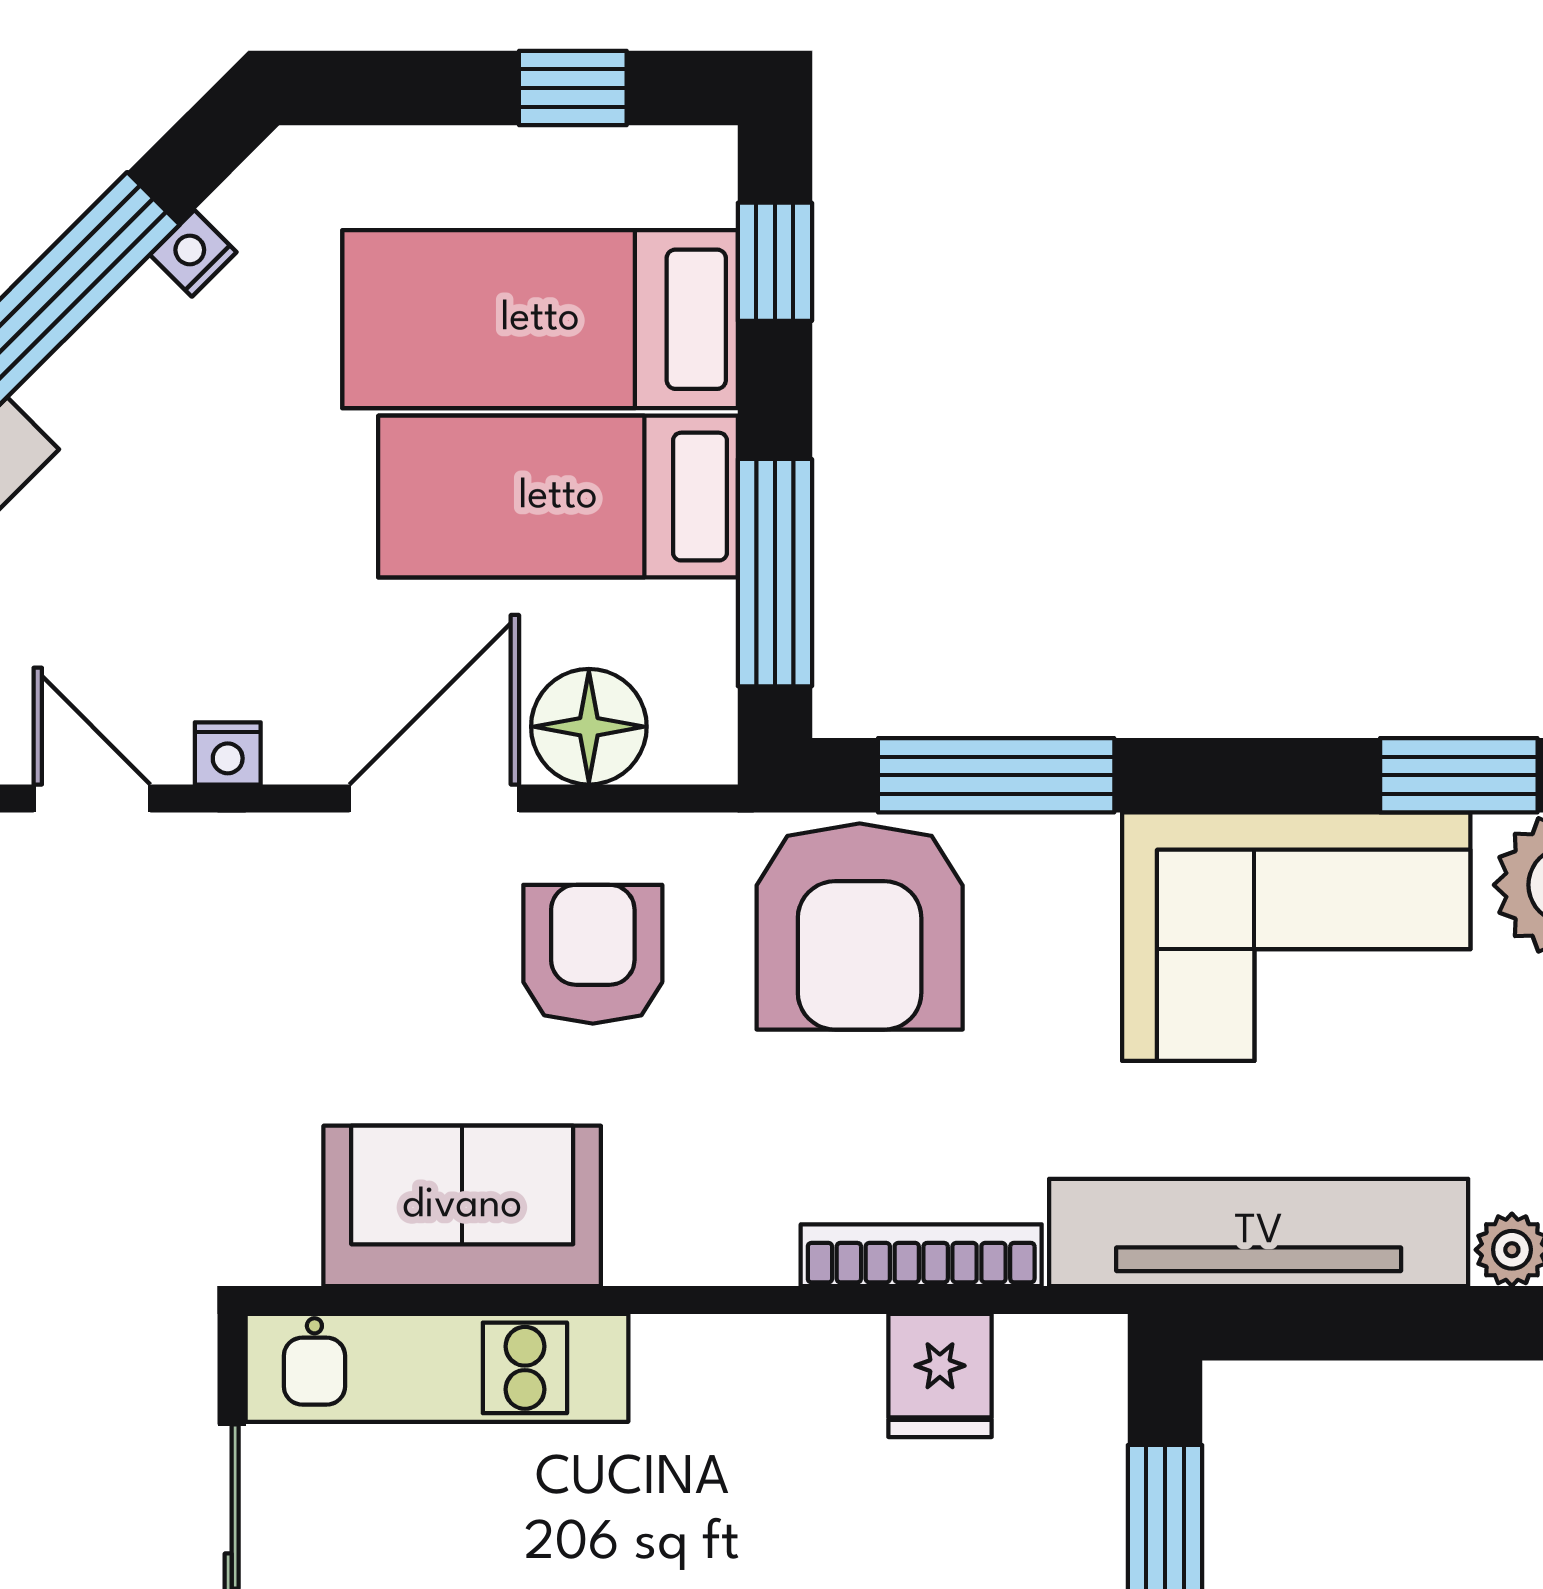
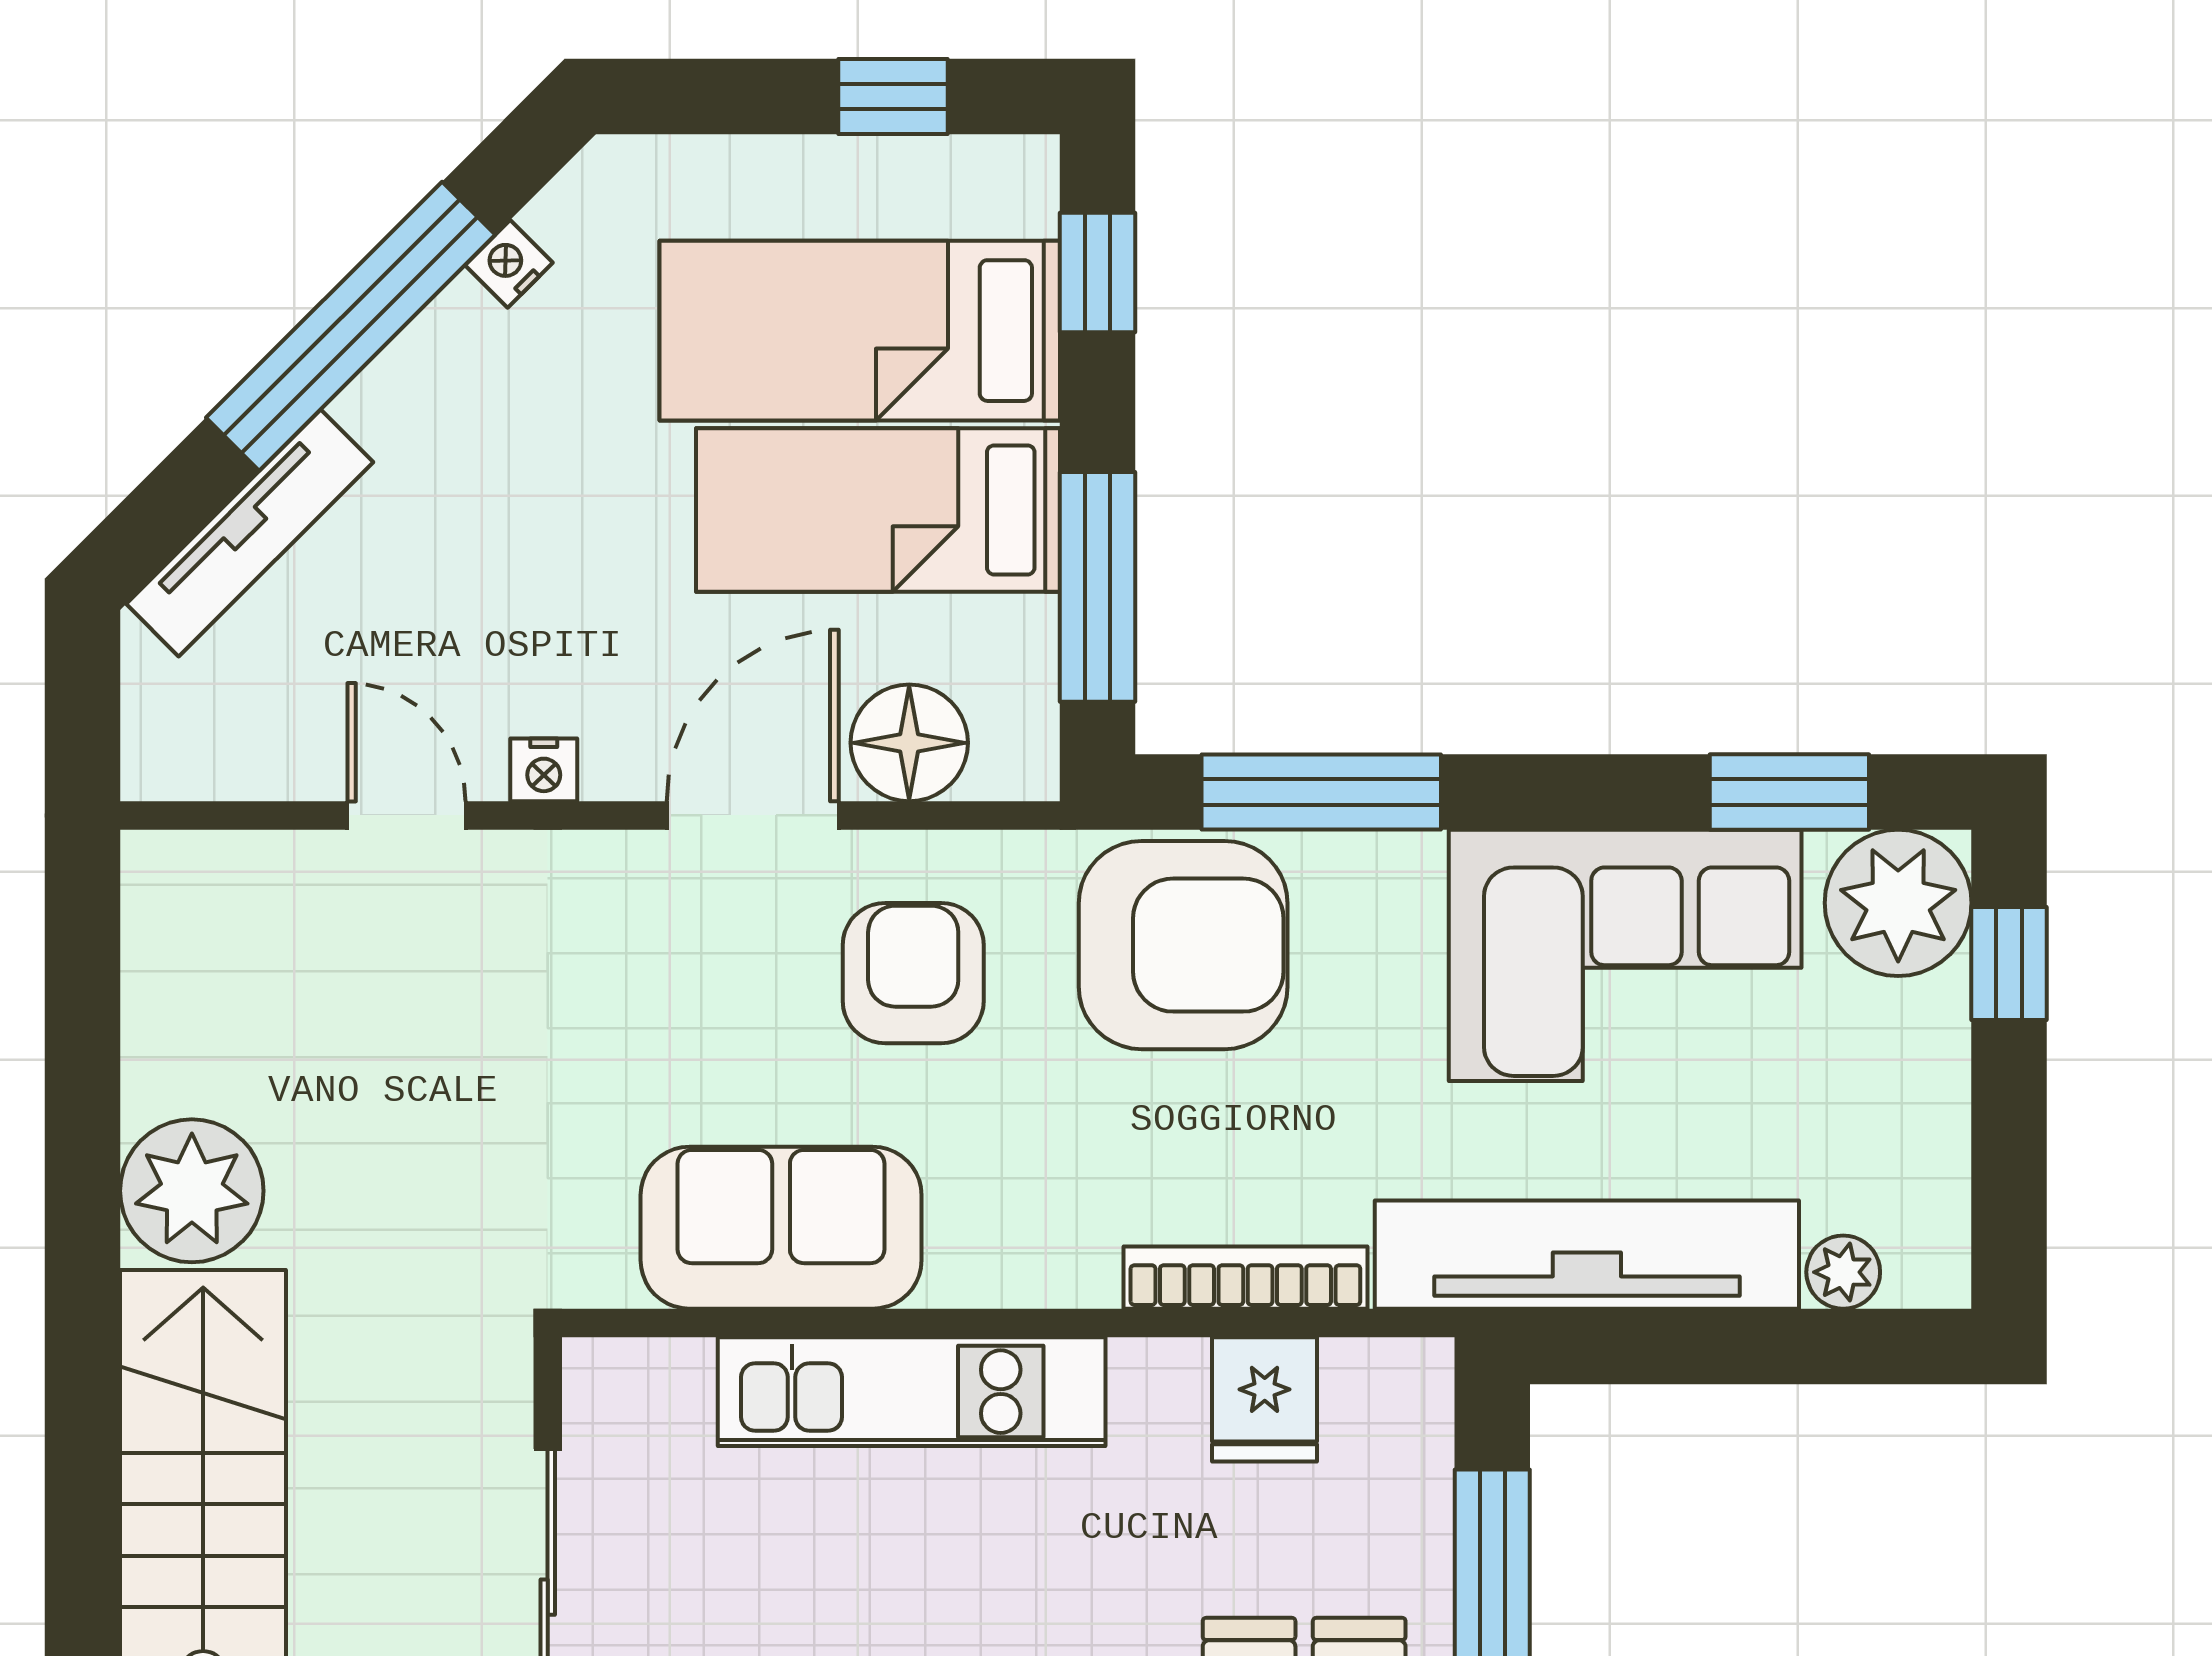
armchair: (860, 927) -> (1183, 945), turned -90
kitchen unit: (437, 1368) -> (912, 1392), moved

